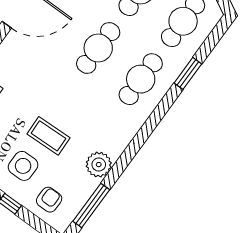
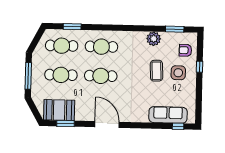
window: (188, 73) -> (72, 27), moved
window: (91, 206) -> (175, 29), width x0.69

